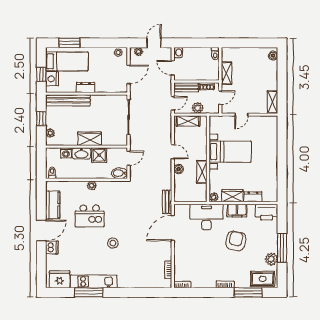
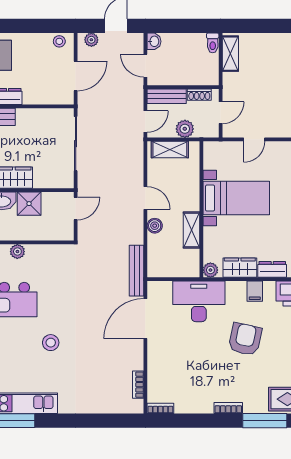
shelving: (226, 73) -> (230, 54), moved
bidet: (119, 173) -> (61, 232), removed
bench: (167, 202) -> (137, 271), width x1.36
filing cabinet: (237, 211) -> (255, 291), width x0.50

